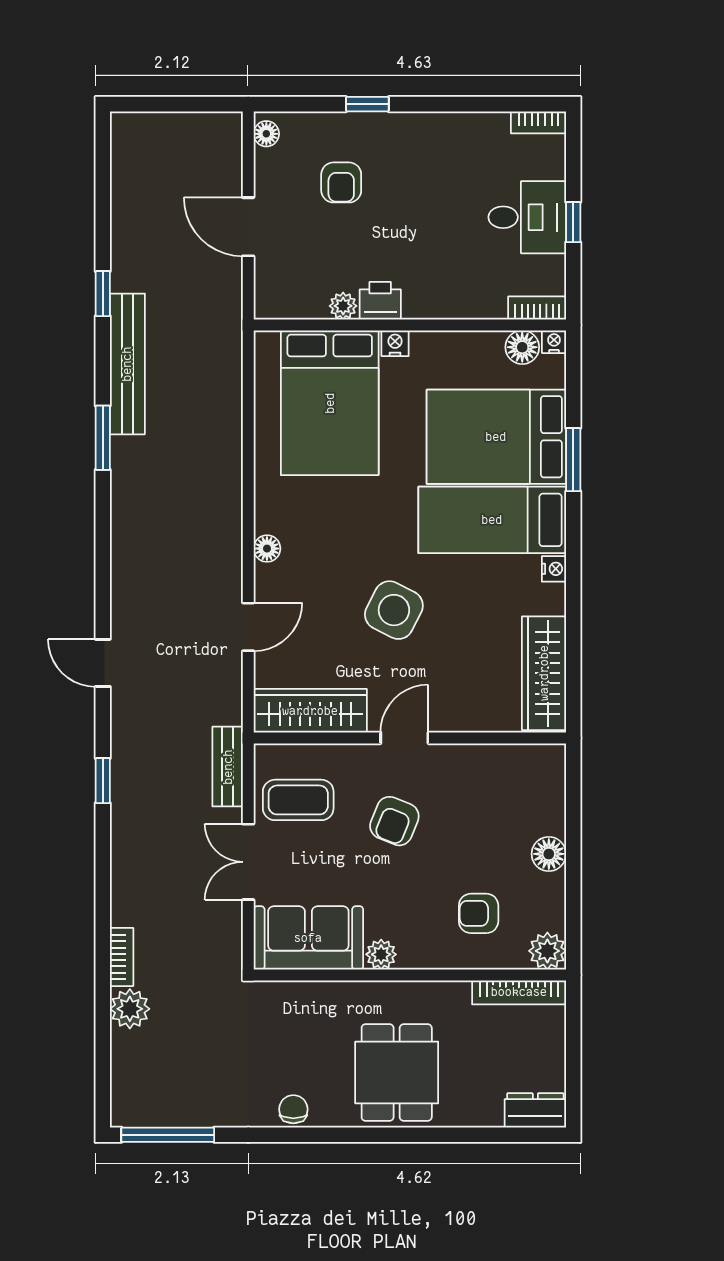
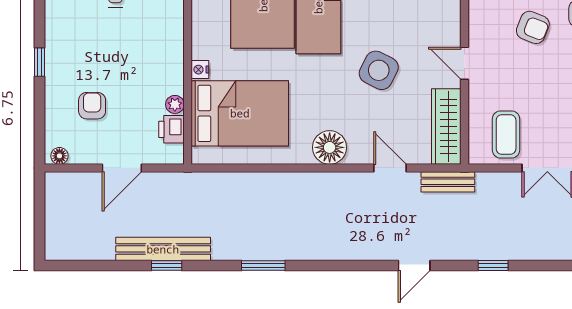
window: (367, 104) -> (40, 62), moved
armchair: (341, 182) -> (92, 106), turned -90
printer: (380, 301) -> (171, 129), moved
bench: (127, 364) -> (163, 249), moved
floor lamp: (267, 549) -> (330, 147), width x1.89, depth x1.89
bench: (228, 767) -> (448, 182), moved
armchair: (394, 821) -> (533, 27), moved

